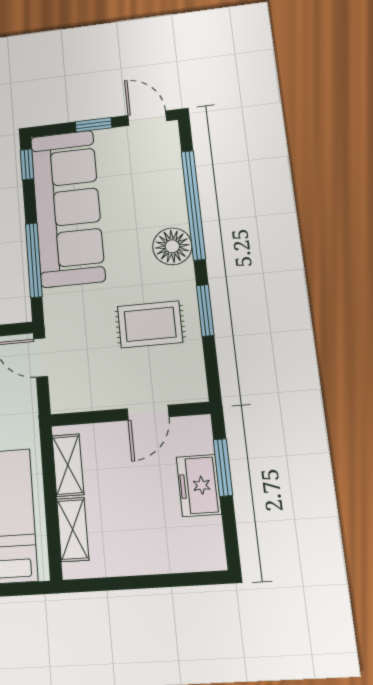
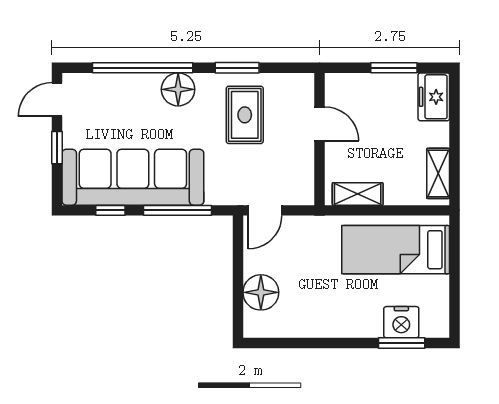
window: (27, 164) -> (110, 210), moved
window: (223, 467) -> (394, 68), moved
freezer: (199, 485) -> (434, 97), moved, turned 90
shelving: (73, 529) -> (438, 173), moved, turned 90

